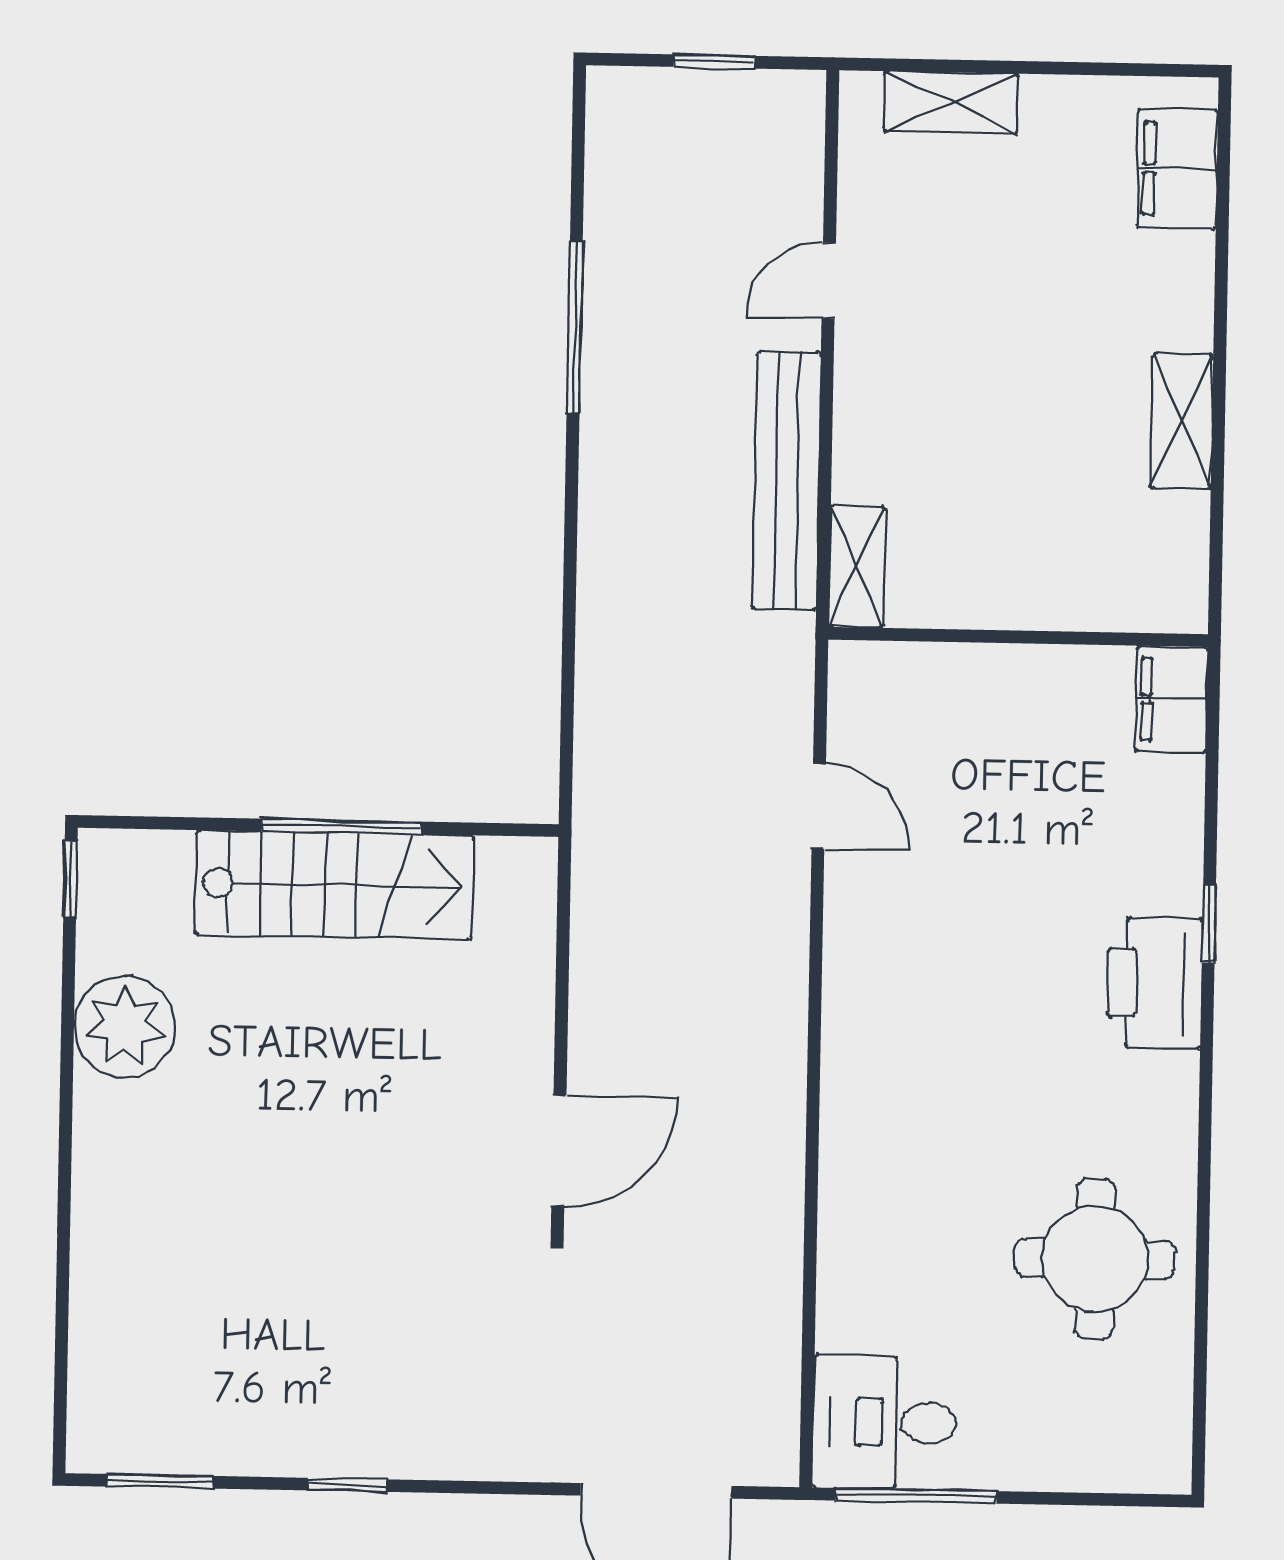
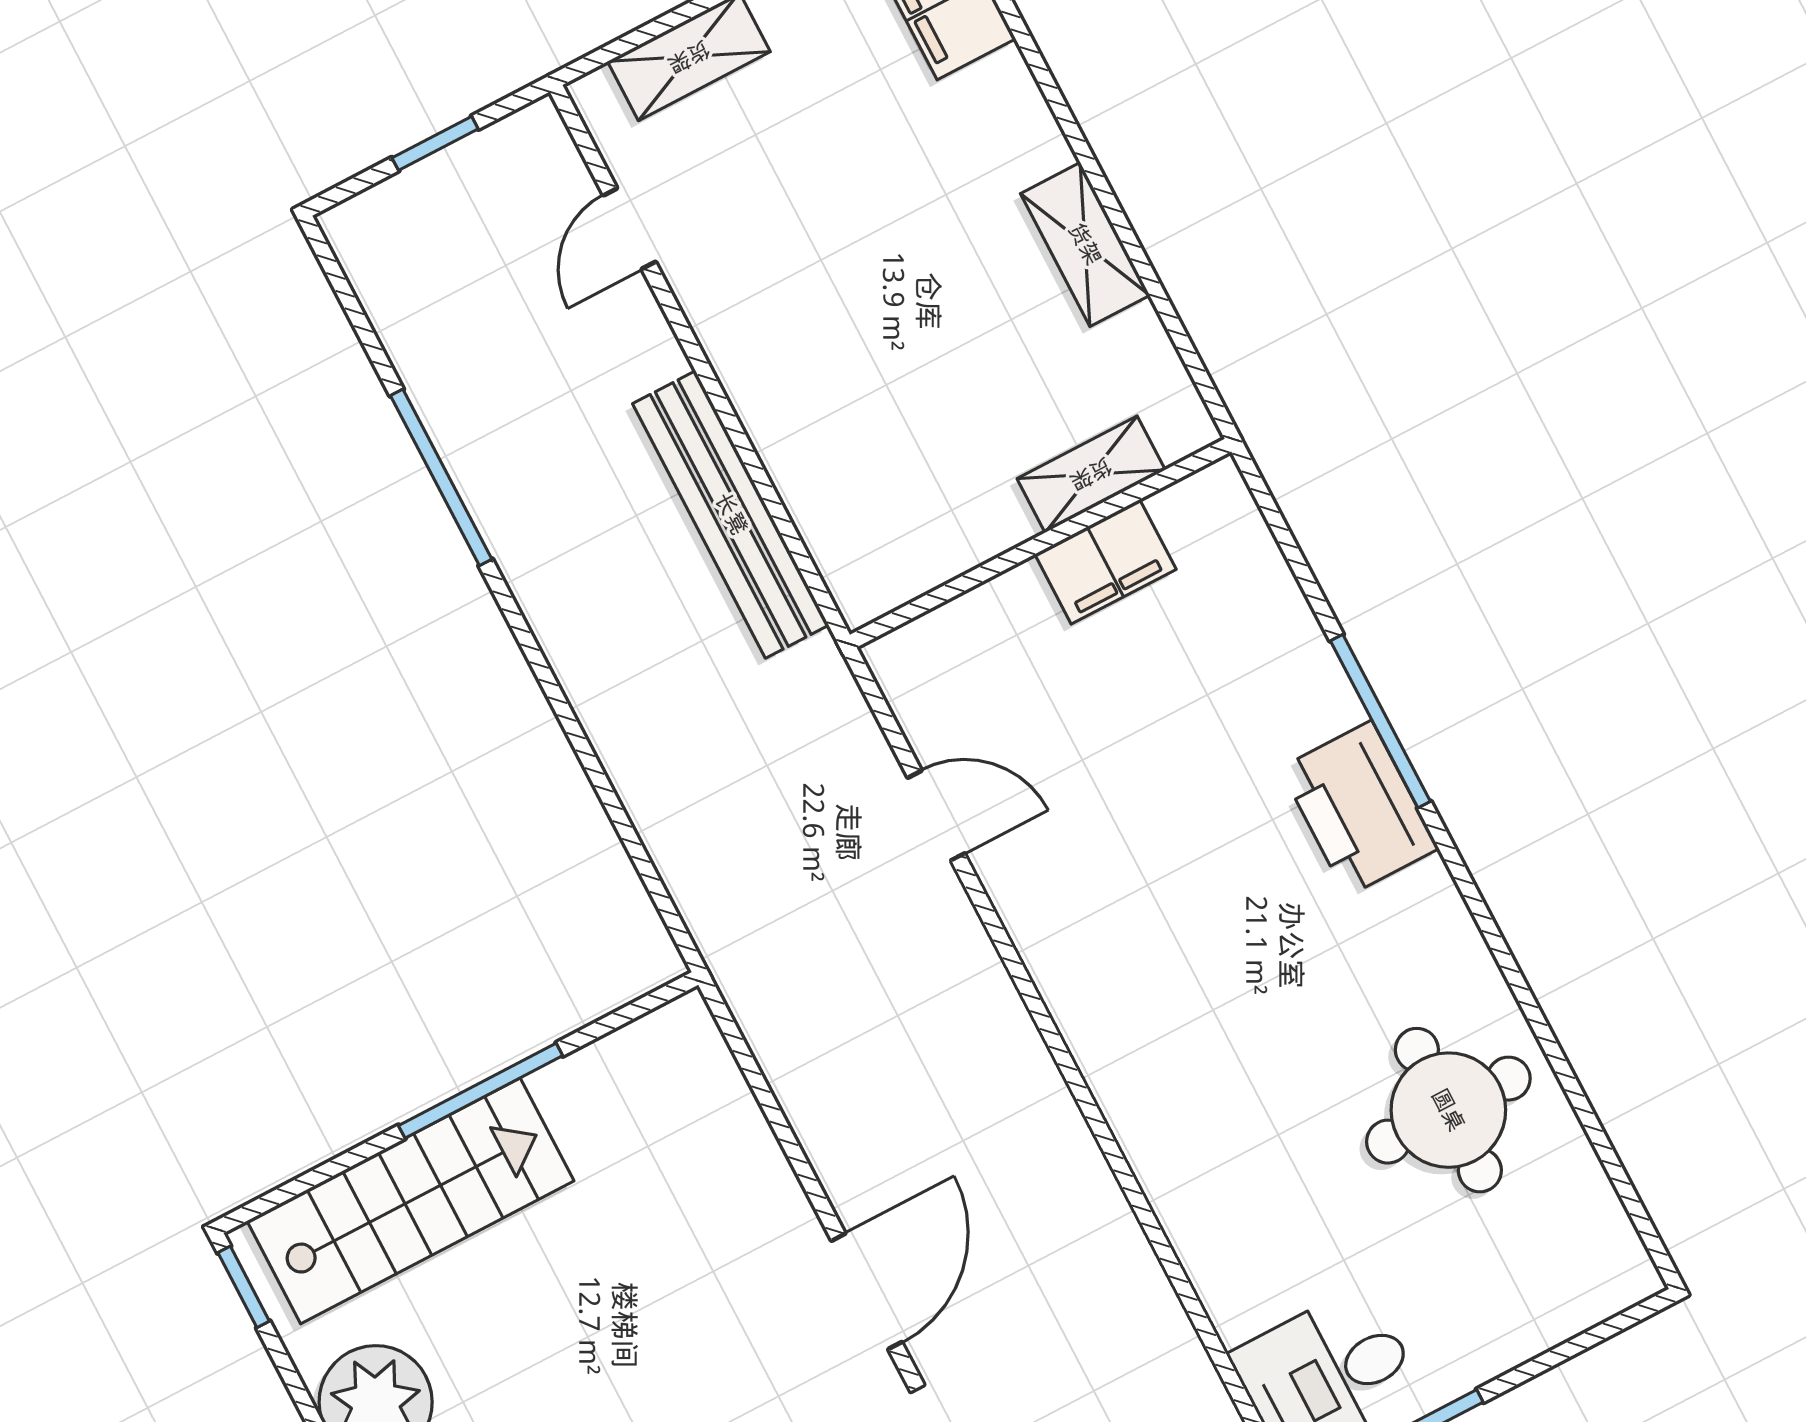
door: (829, 281) -> (629, 229), moved
shelving: (857, 567) -> (1091, 474), moved, turned 90
filing cabinet: (1171, 699) -> (1105, 562), moved, turned -90
stairs: (334, 885) -> (410, 1201), moved
window: (1209, 923) -> (1380, 721), width x2.17

